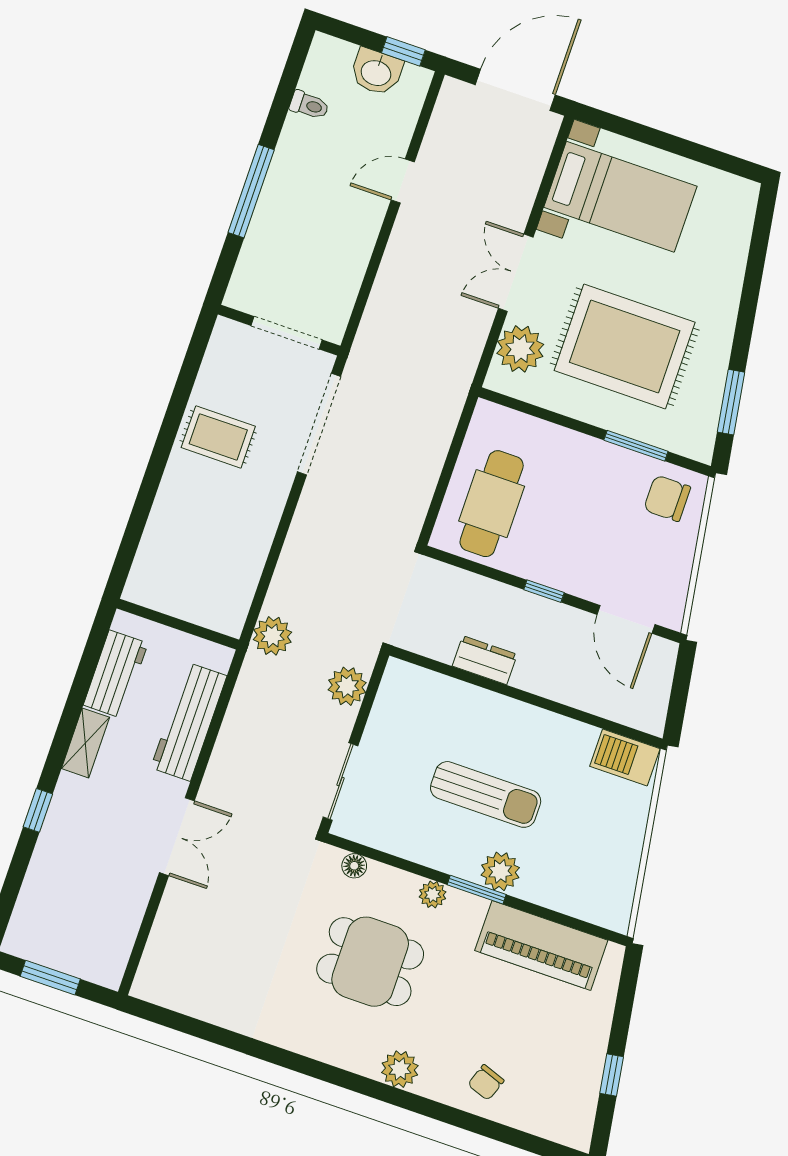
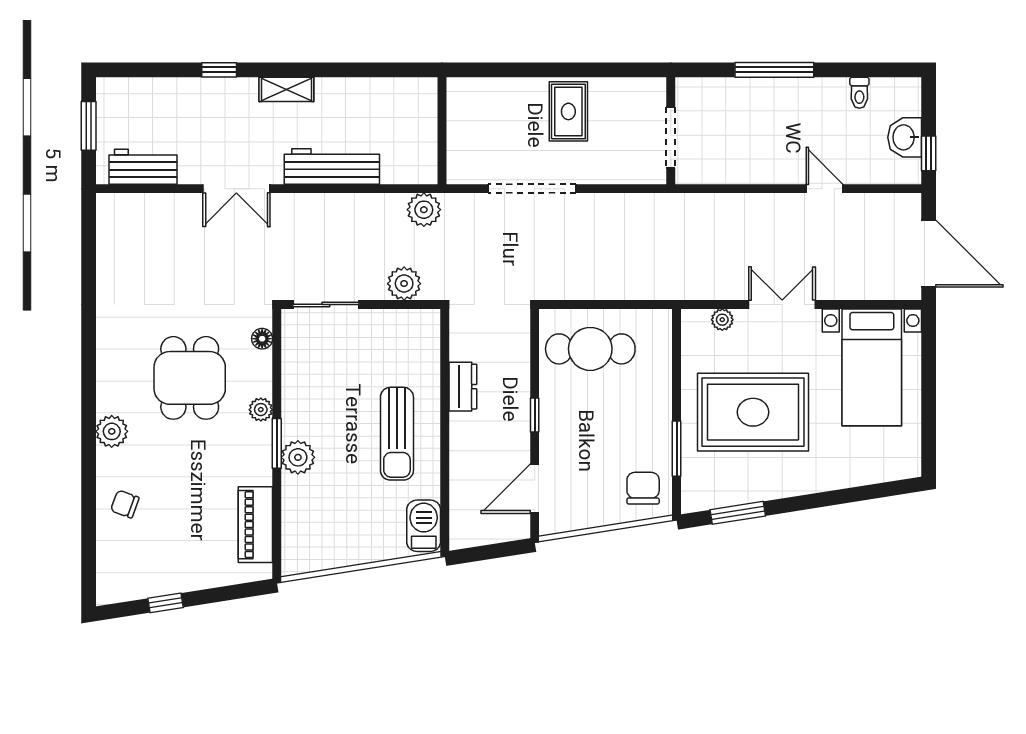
rug: (625, 346) -> (753, 412), turned 90
plant: (520, 349) -> (722, 320), width x0.53, depth x0.53
doorway: (319, 424) -> (532, 189), moved
wall: (178, 624) -> (442, 131), moved
workbench: (116, 674) -> (143, 167), moved, turned 180
sun lounger: (486, 794) -> (397, 434), moved
piano: (541, 945) -> (255, 525), width x0.73, depth x0.75

